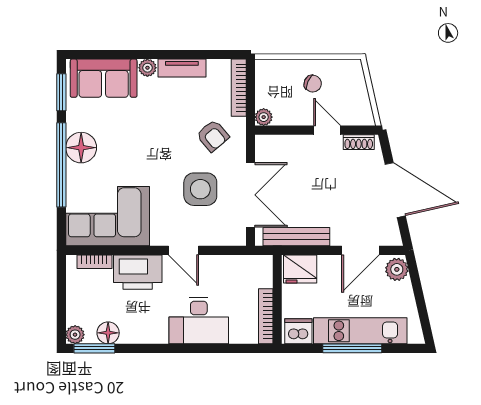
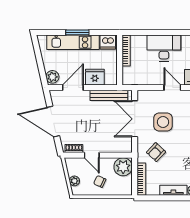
plant: (358, 85) -> (74, 181), added
plant: (264, 117) -> (123, 167), width x1.87, depth x1.87
armchair: (213, 136) -> (156, 152), turned -97
fridge: (300, 269) -> (95, 77), moved
window: (352, 348) -> (77, 32), width x0.69

